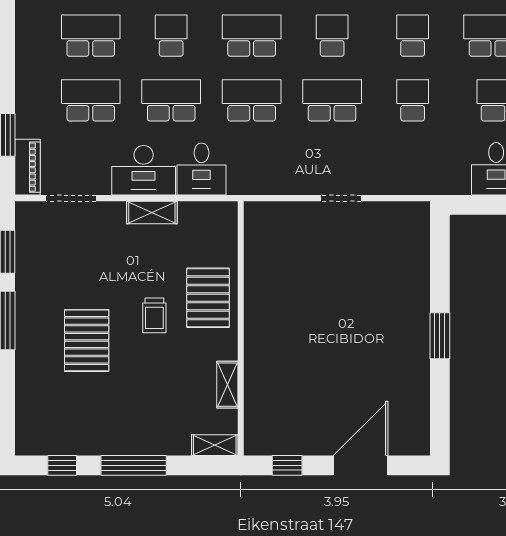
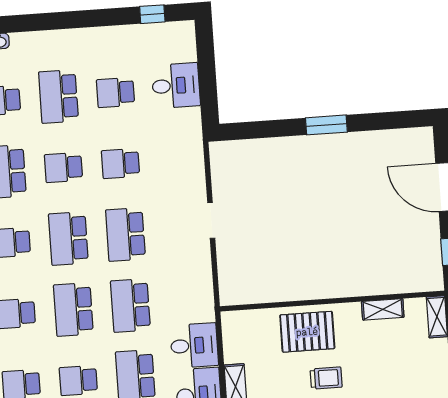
school desk: (332, 36) -> (68, 238), width x1.85

